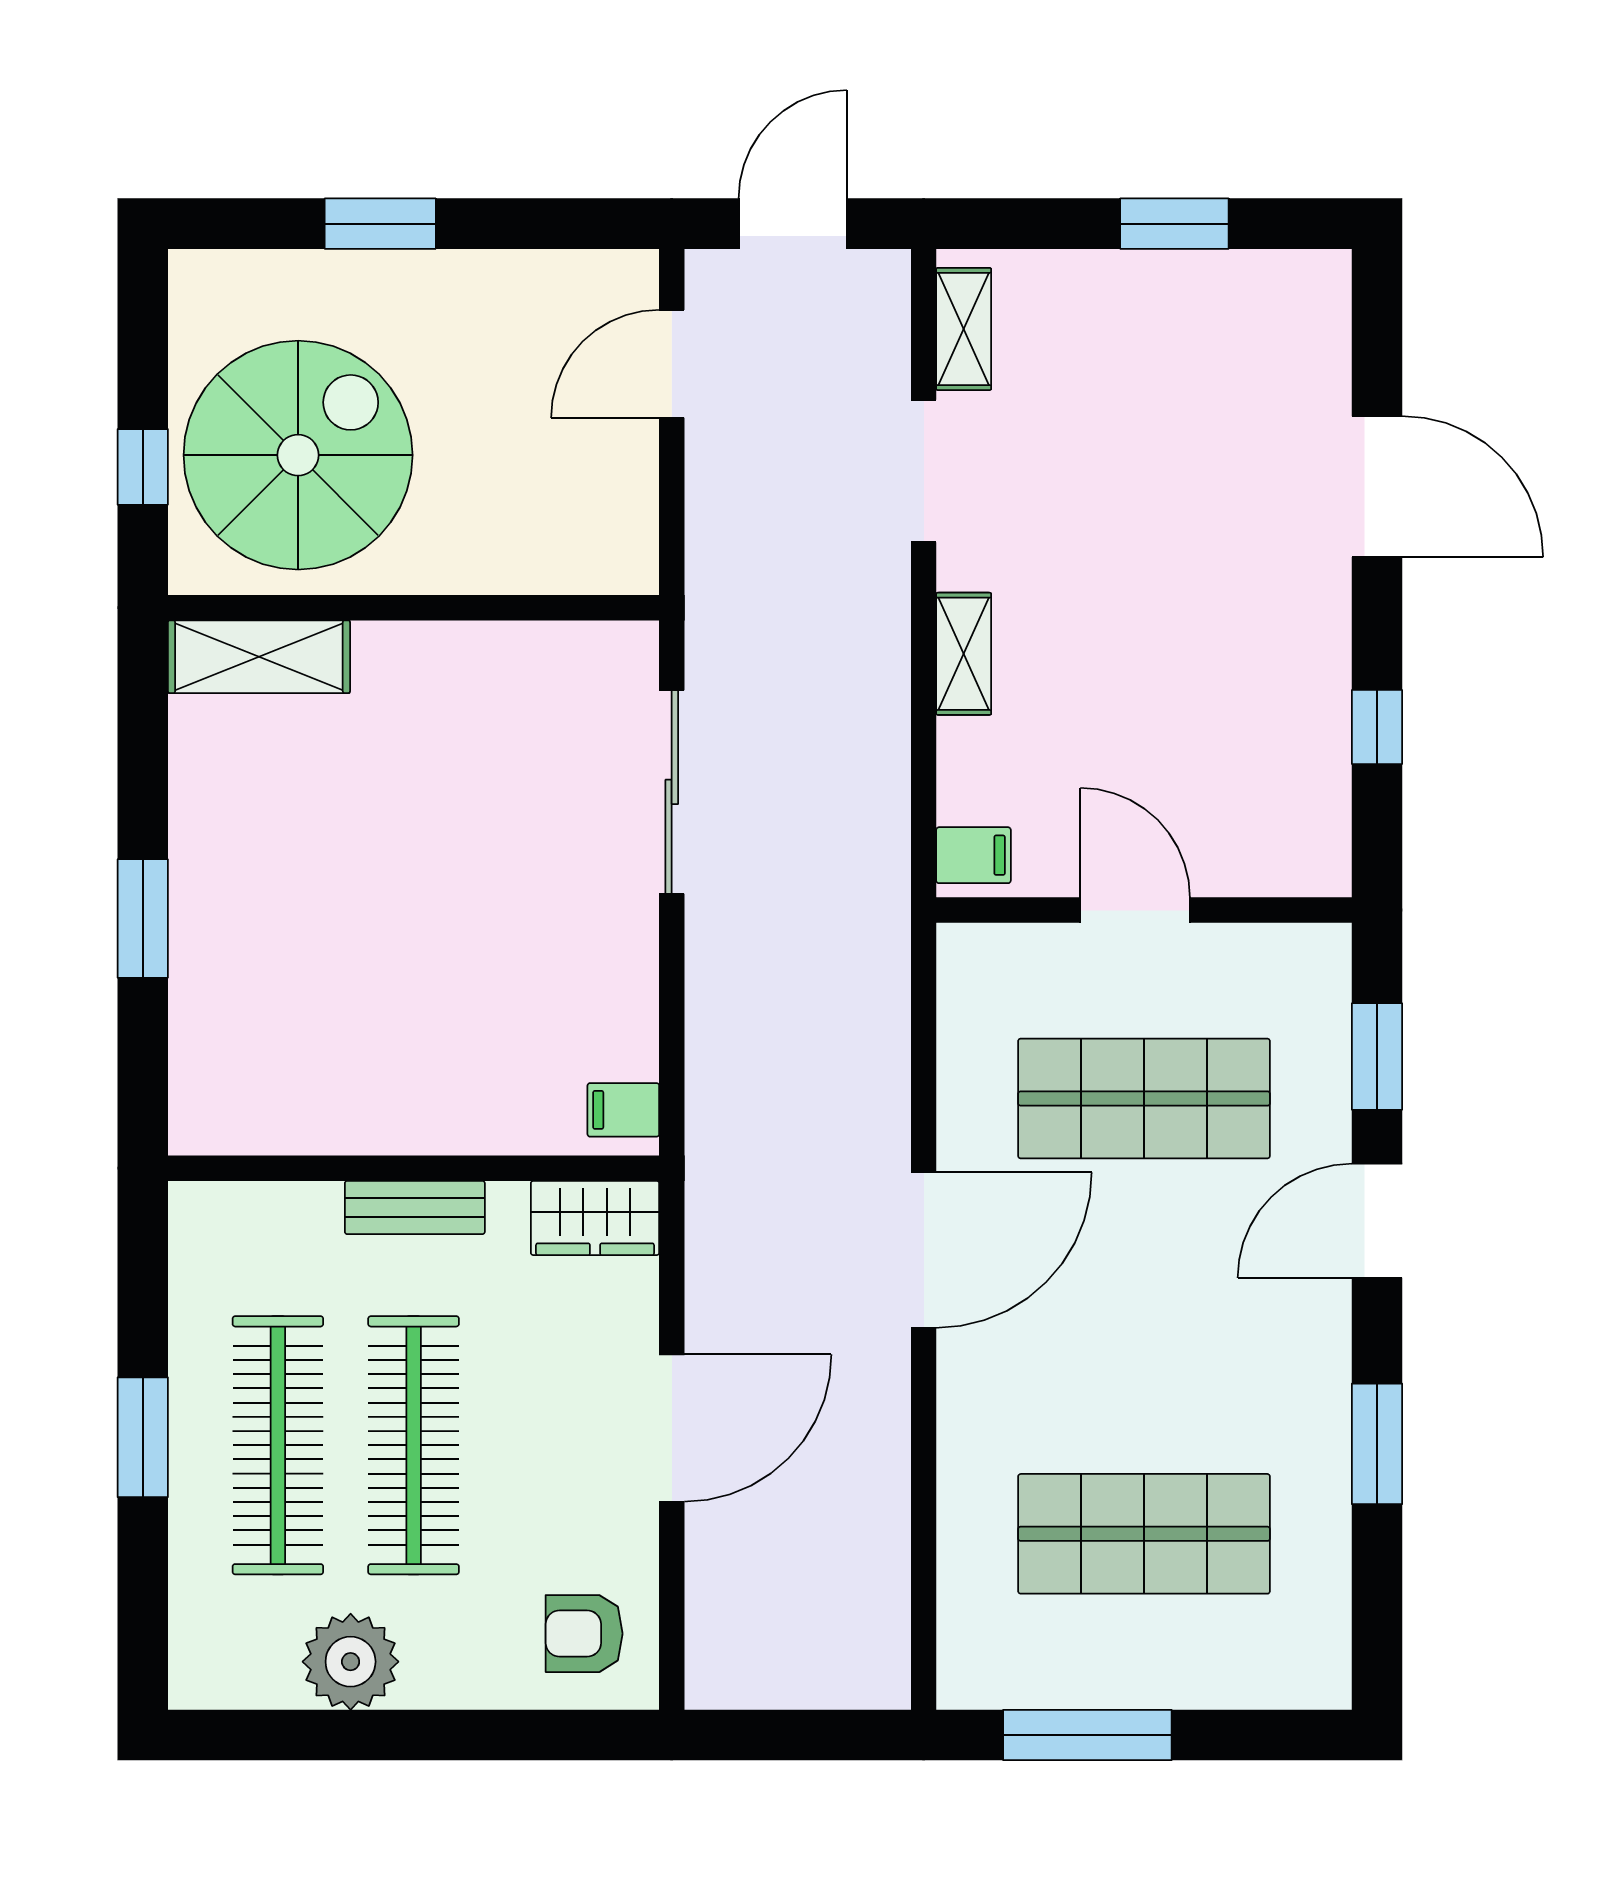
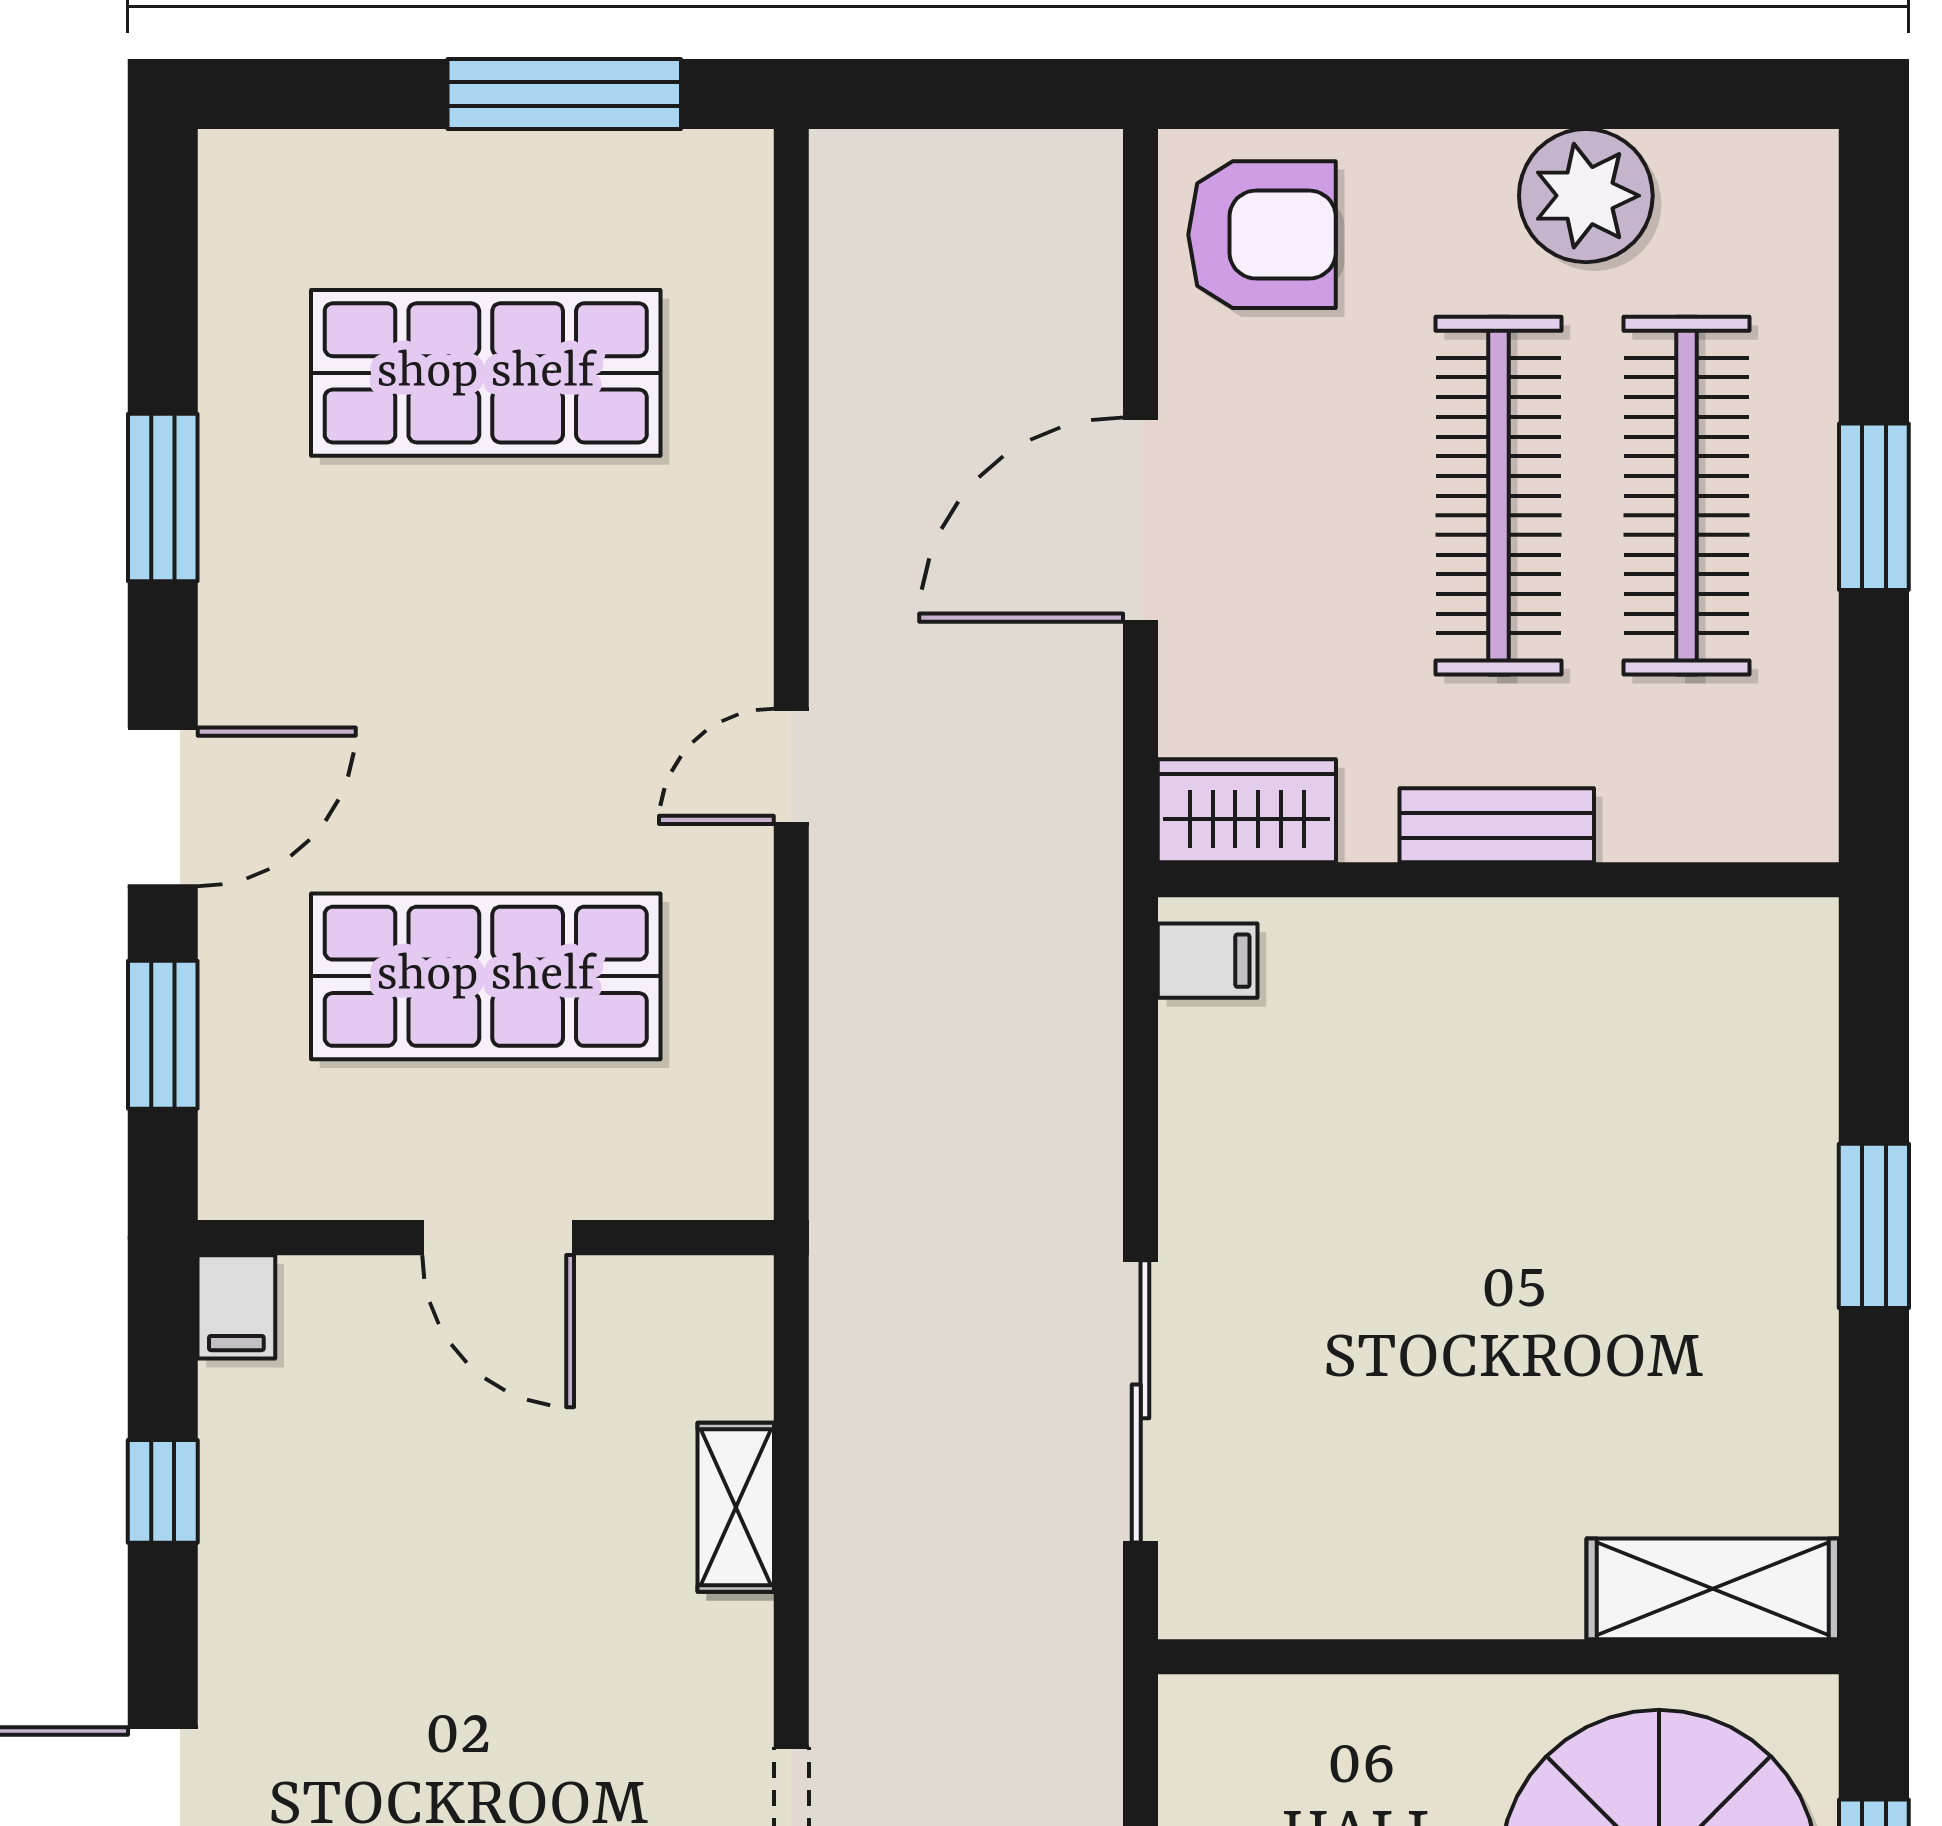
shelving: (964, 654) -> (736, 1507), moved
filing cabinet: (973, 855) -> (236, 1307), moved, turned -90
door: (924, 1250) -> (791, 766), width x0.53
armchair: (584, 1634) -> (1262, 235), width x1.38, depth x1.38

